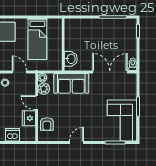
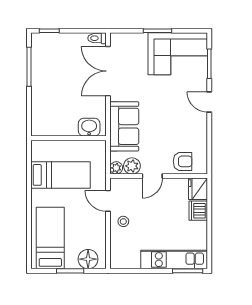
door: (19, 72) -> (108, 201), hinge flipped
fridge: (29, 118) -> (198, 189), moved, turned 90
door: (76, 143) -> (209, 102), moved

